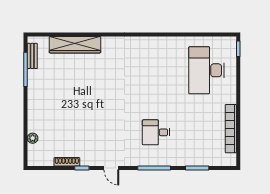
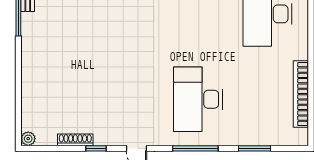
desk: (156, 132) -> (198, 99), width x1.87, depth x1.30
plant: (33, 138) -> (28, 139), moved

